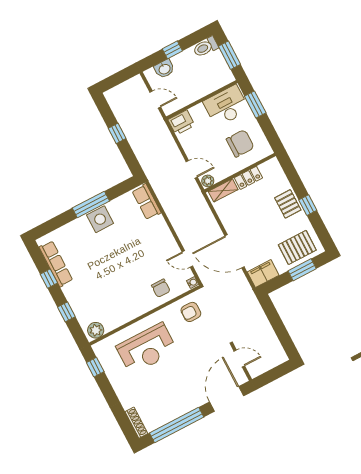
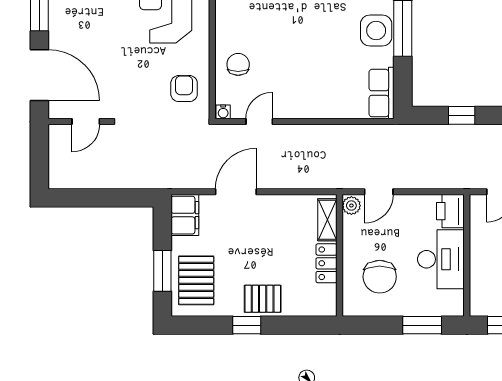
desk: (226, 106) -> (441, 259), moved
window: (117, 133) -> (462, 115), moved
row of seats: (146, 202) -> (382, 93), moved, turned -90
door: (235, 251) -> (236, 192), width x0.73
chair: (161, 288) -> (238, 64), turned 90

